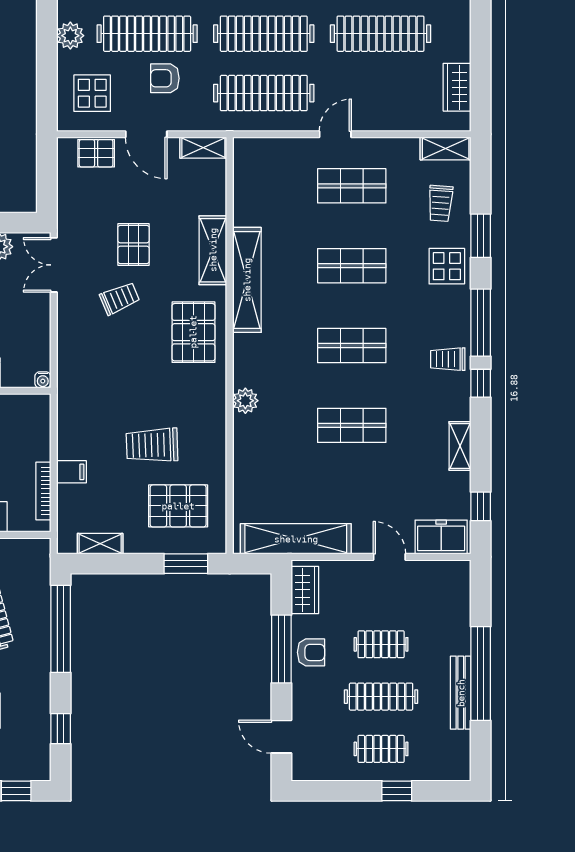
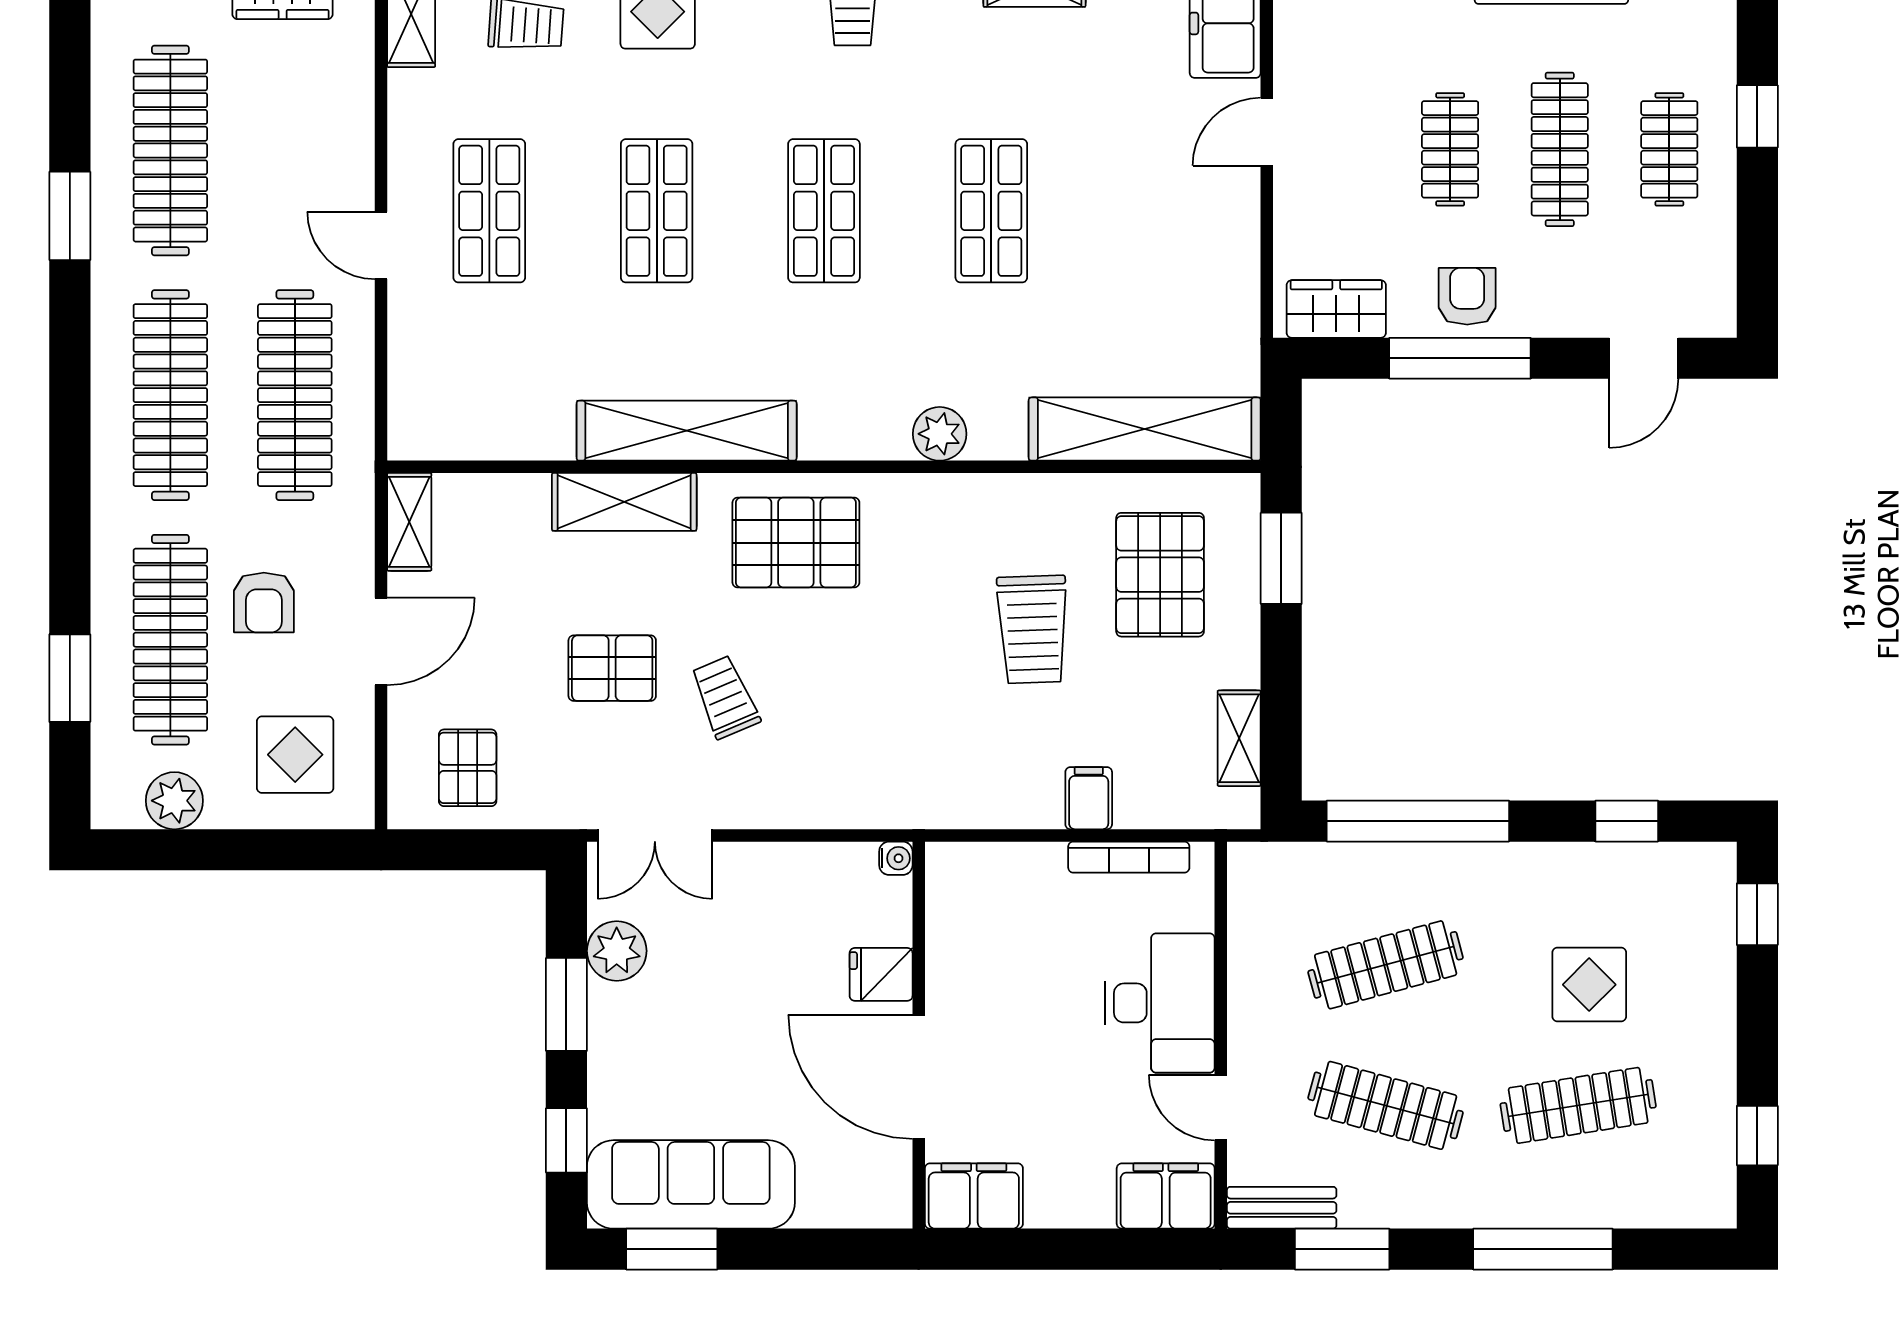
pallet: (96, 153) -> (468, 768), moved
shelving: (296, 539) -> (1145, 429), moved, turned 90

